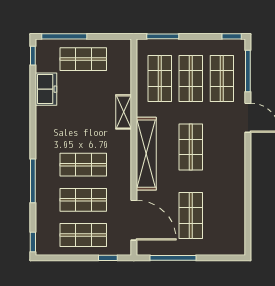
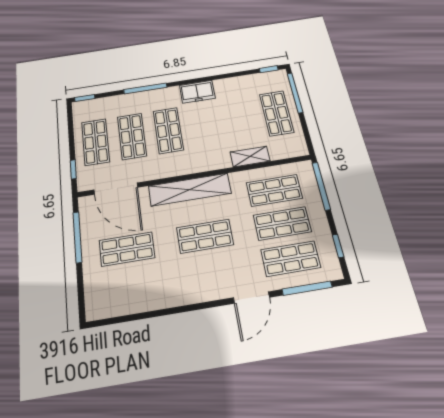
window: (163, 36) -> (321, 186), width x1.44
window: (232, 36) -> (338, 246), moved
freezer: (46, 89) -> (197, 92), moved
shelving: (124, 112) -> (250, 157), moved
door: (134, 220) -> (116, 189), hinge flipped

